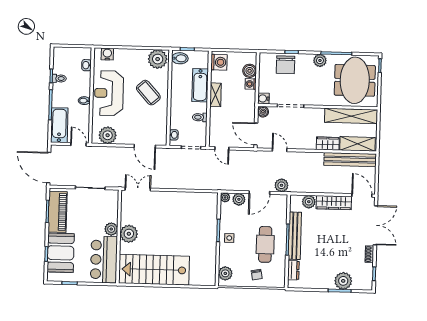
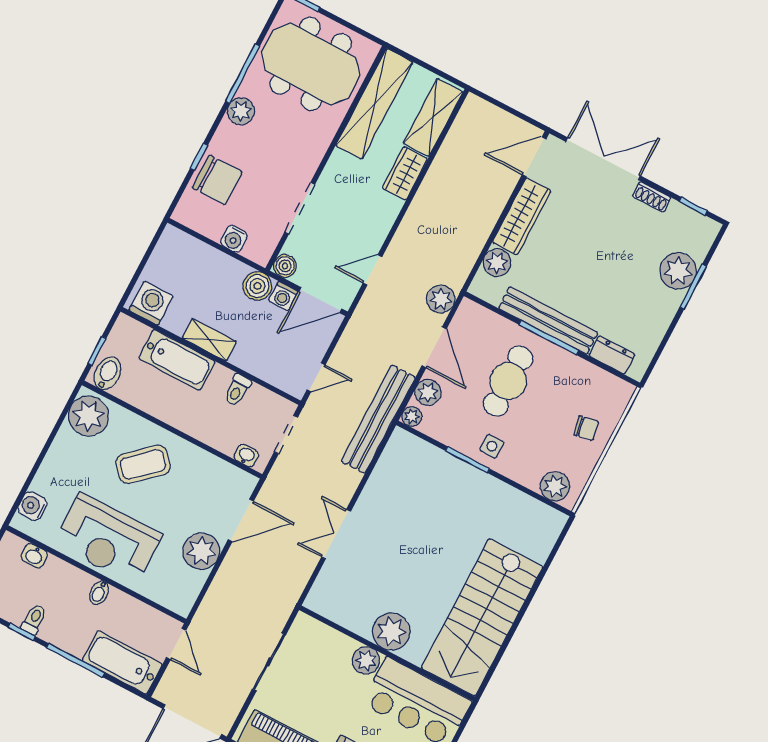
boiler: (250, 71) -> (257, 286), moved
washing machine: (251, 84) -> (283, 296), moved
water cooler: (263, 98) -> (234, 239), moved
plant: (108, 135) -> (201, 551), moved
door: (78, 144) -> (176, 644), swing flipped
bench: (350, 160) -> (378, 419), moved
double door: (138, 189) -> (336, 534), moved
cafe table: (265, 244) -> (508, 381), moved, turned 90

